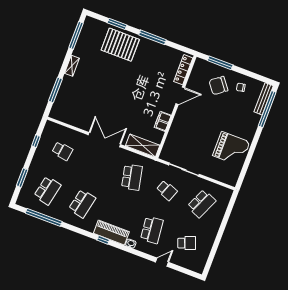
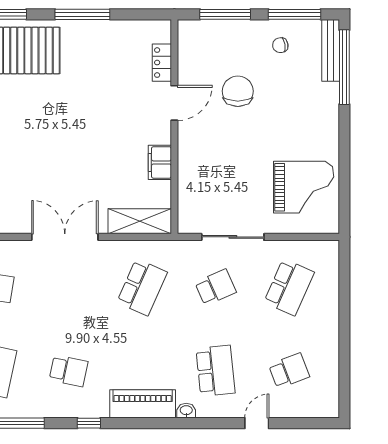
locker: (183, 70) -> (162, 63), width x0.66
window: (253, 75) -> (295, 14), added
chair: (218, 86) -> (238, 91), moved, turned 127
grand piano: (231, 149) -> (304, 187), moved
school desk: (132, 177) -> (142, 287), turned 36
school desk: (167, 190) -> (215, 287), turned -45
school desk: (82, 204) -> (68, 371), width x0.54
window: (103, 240) -> (89, 423), moved

